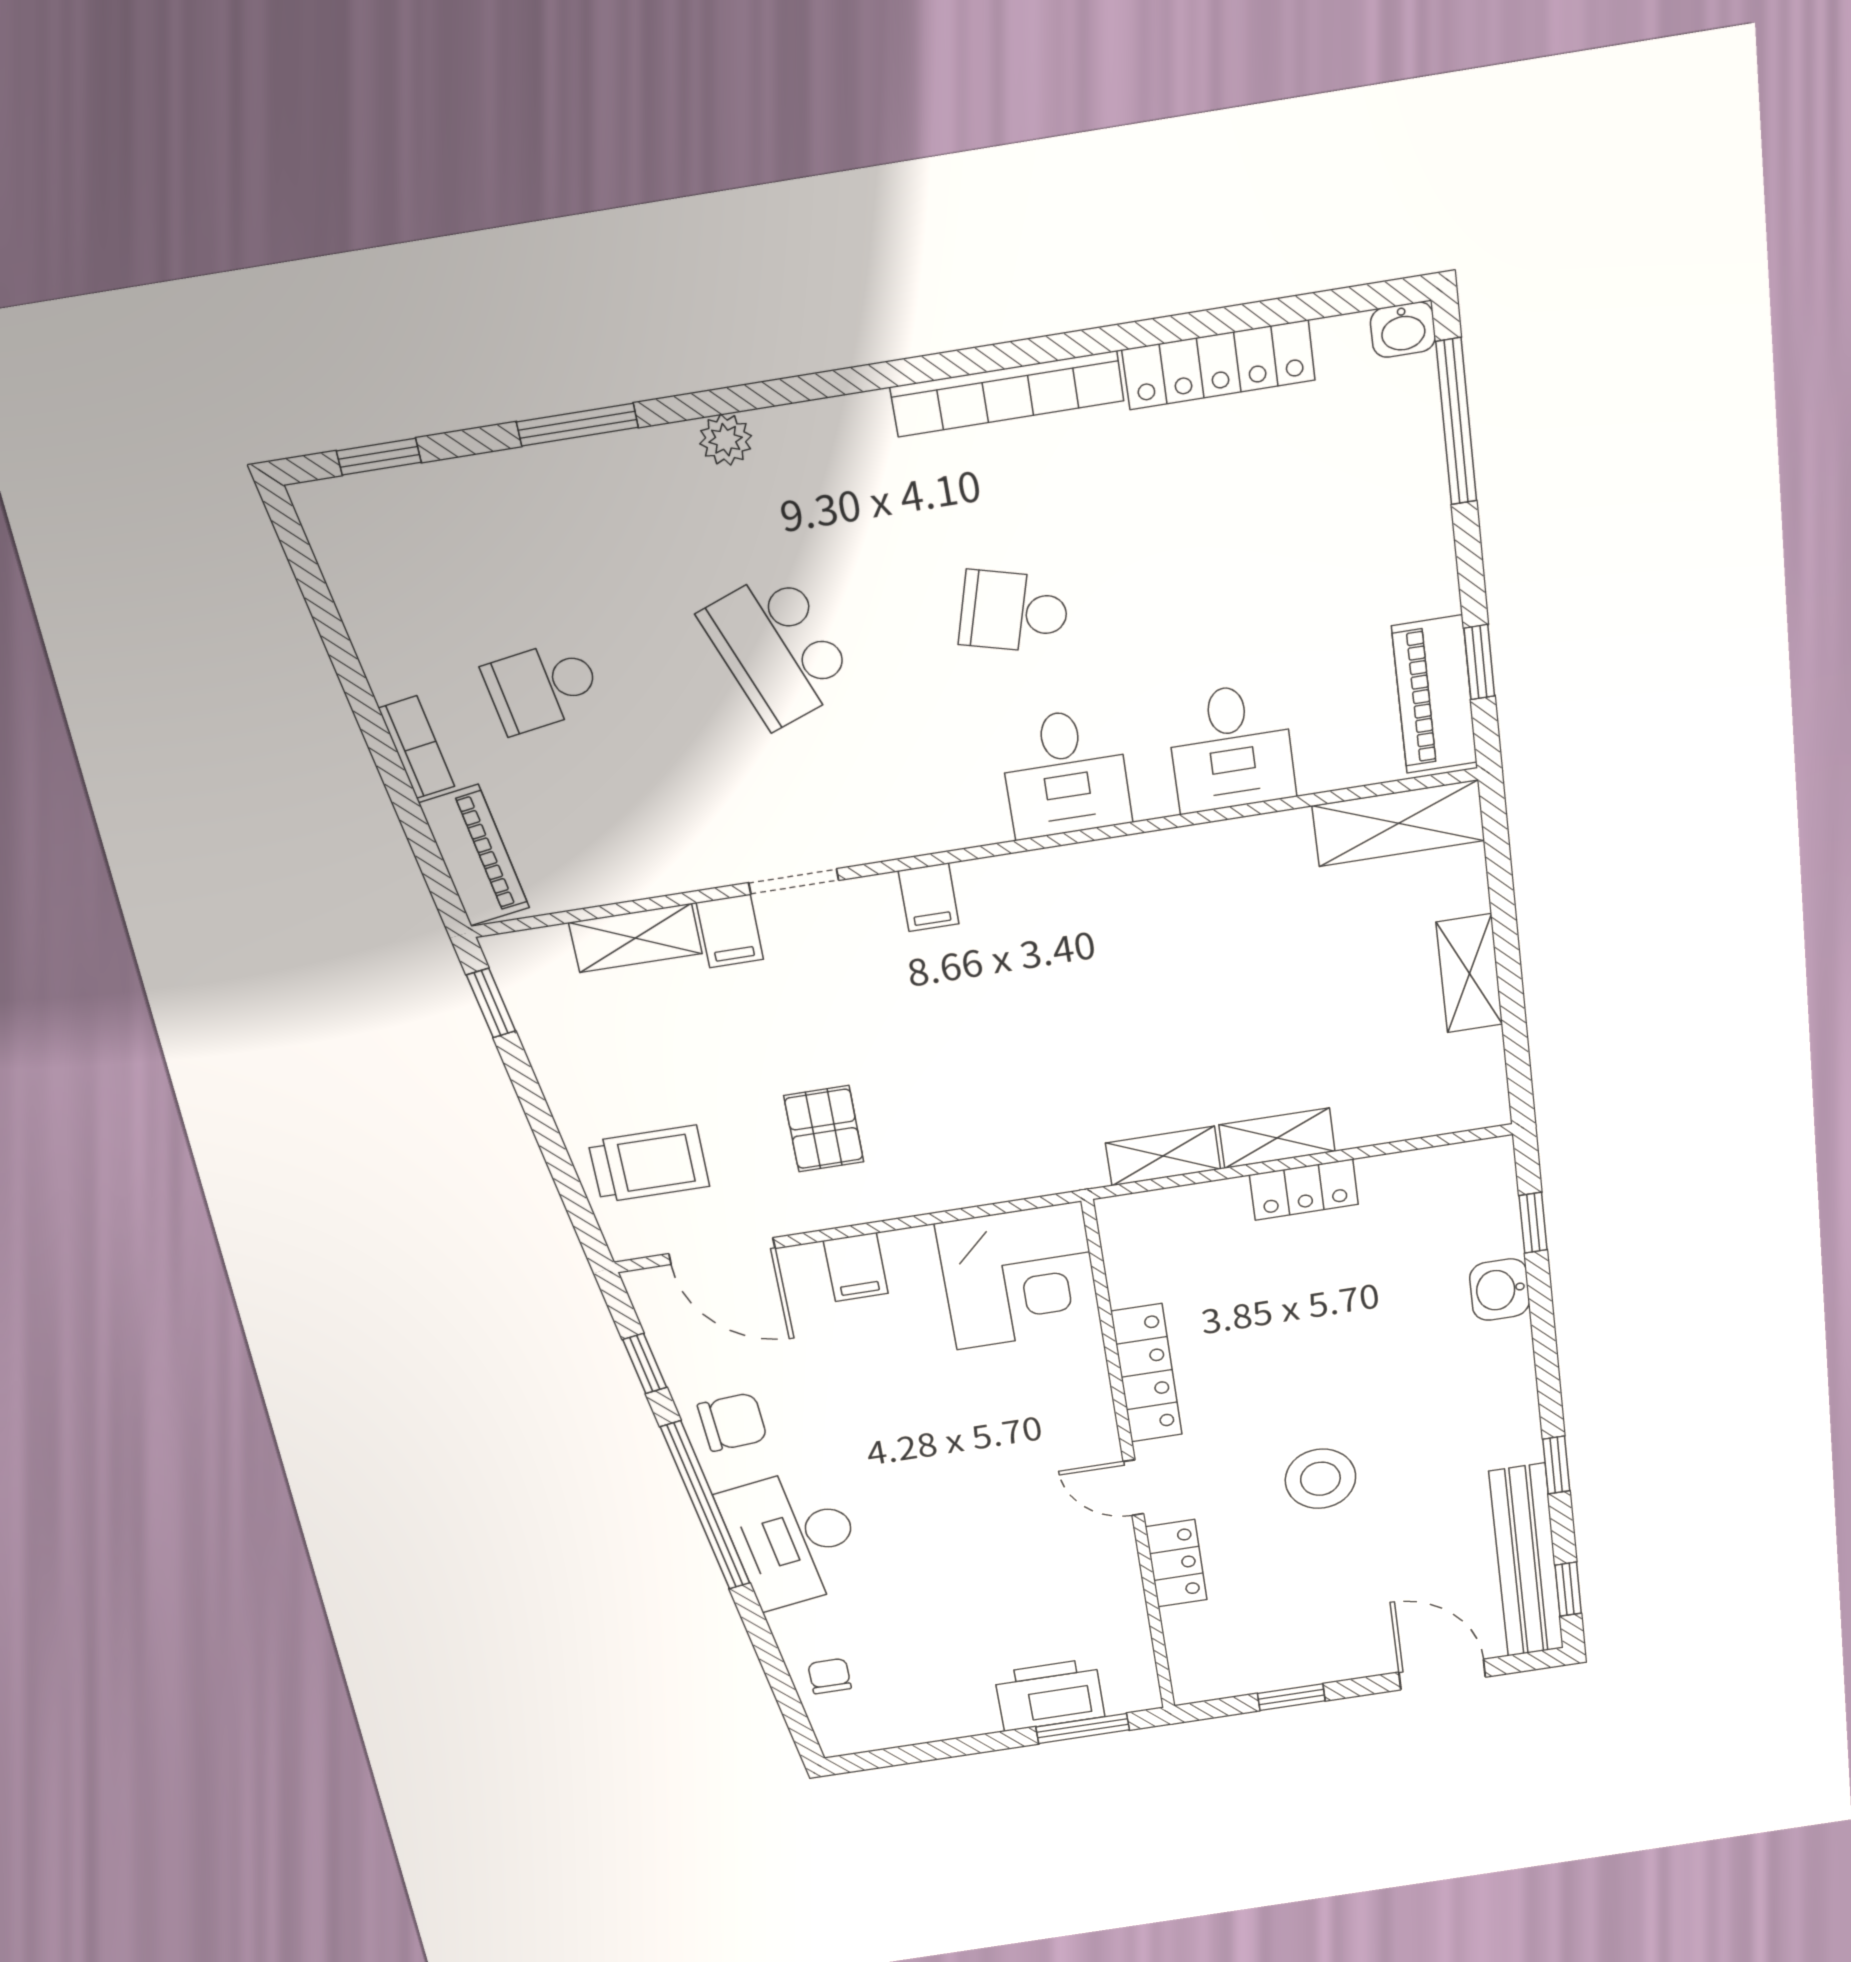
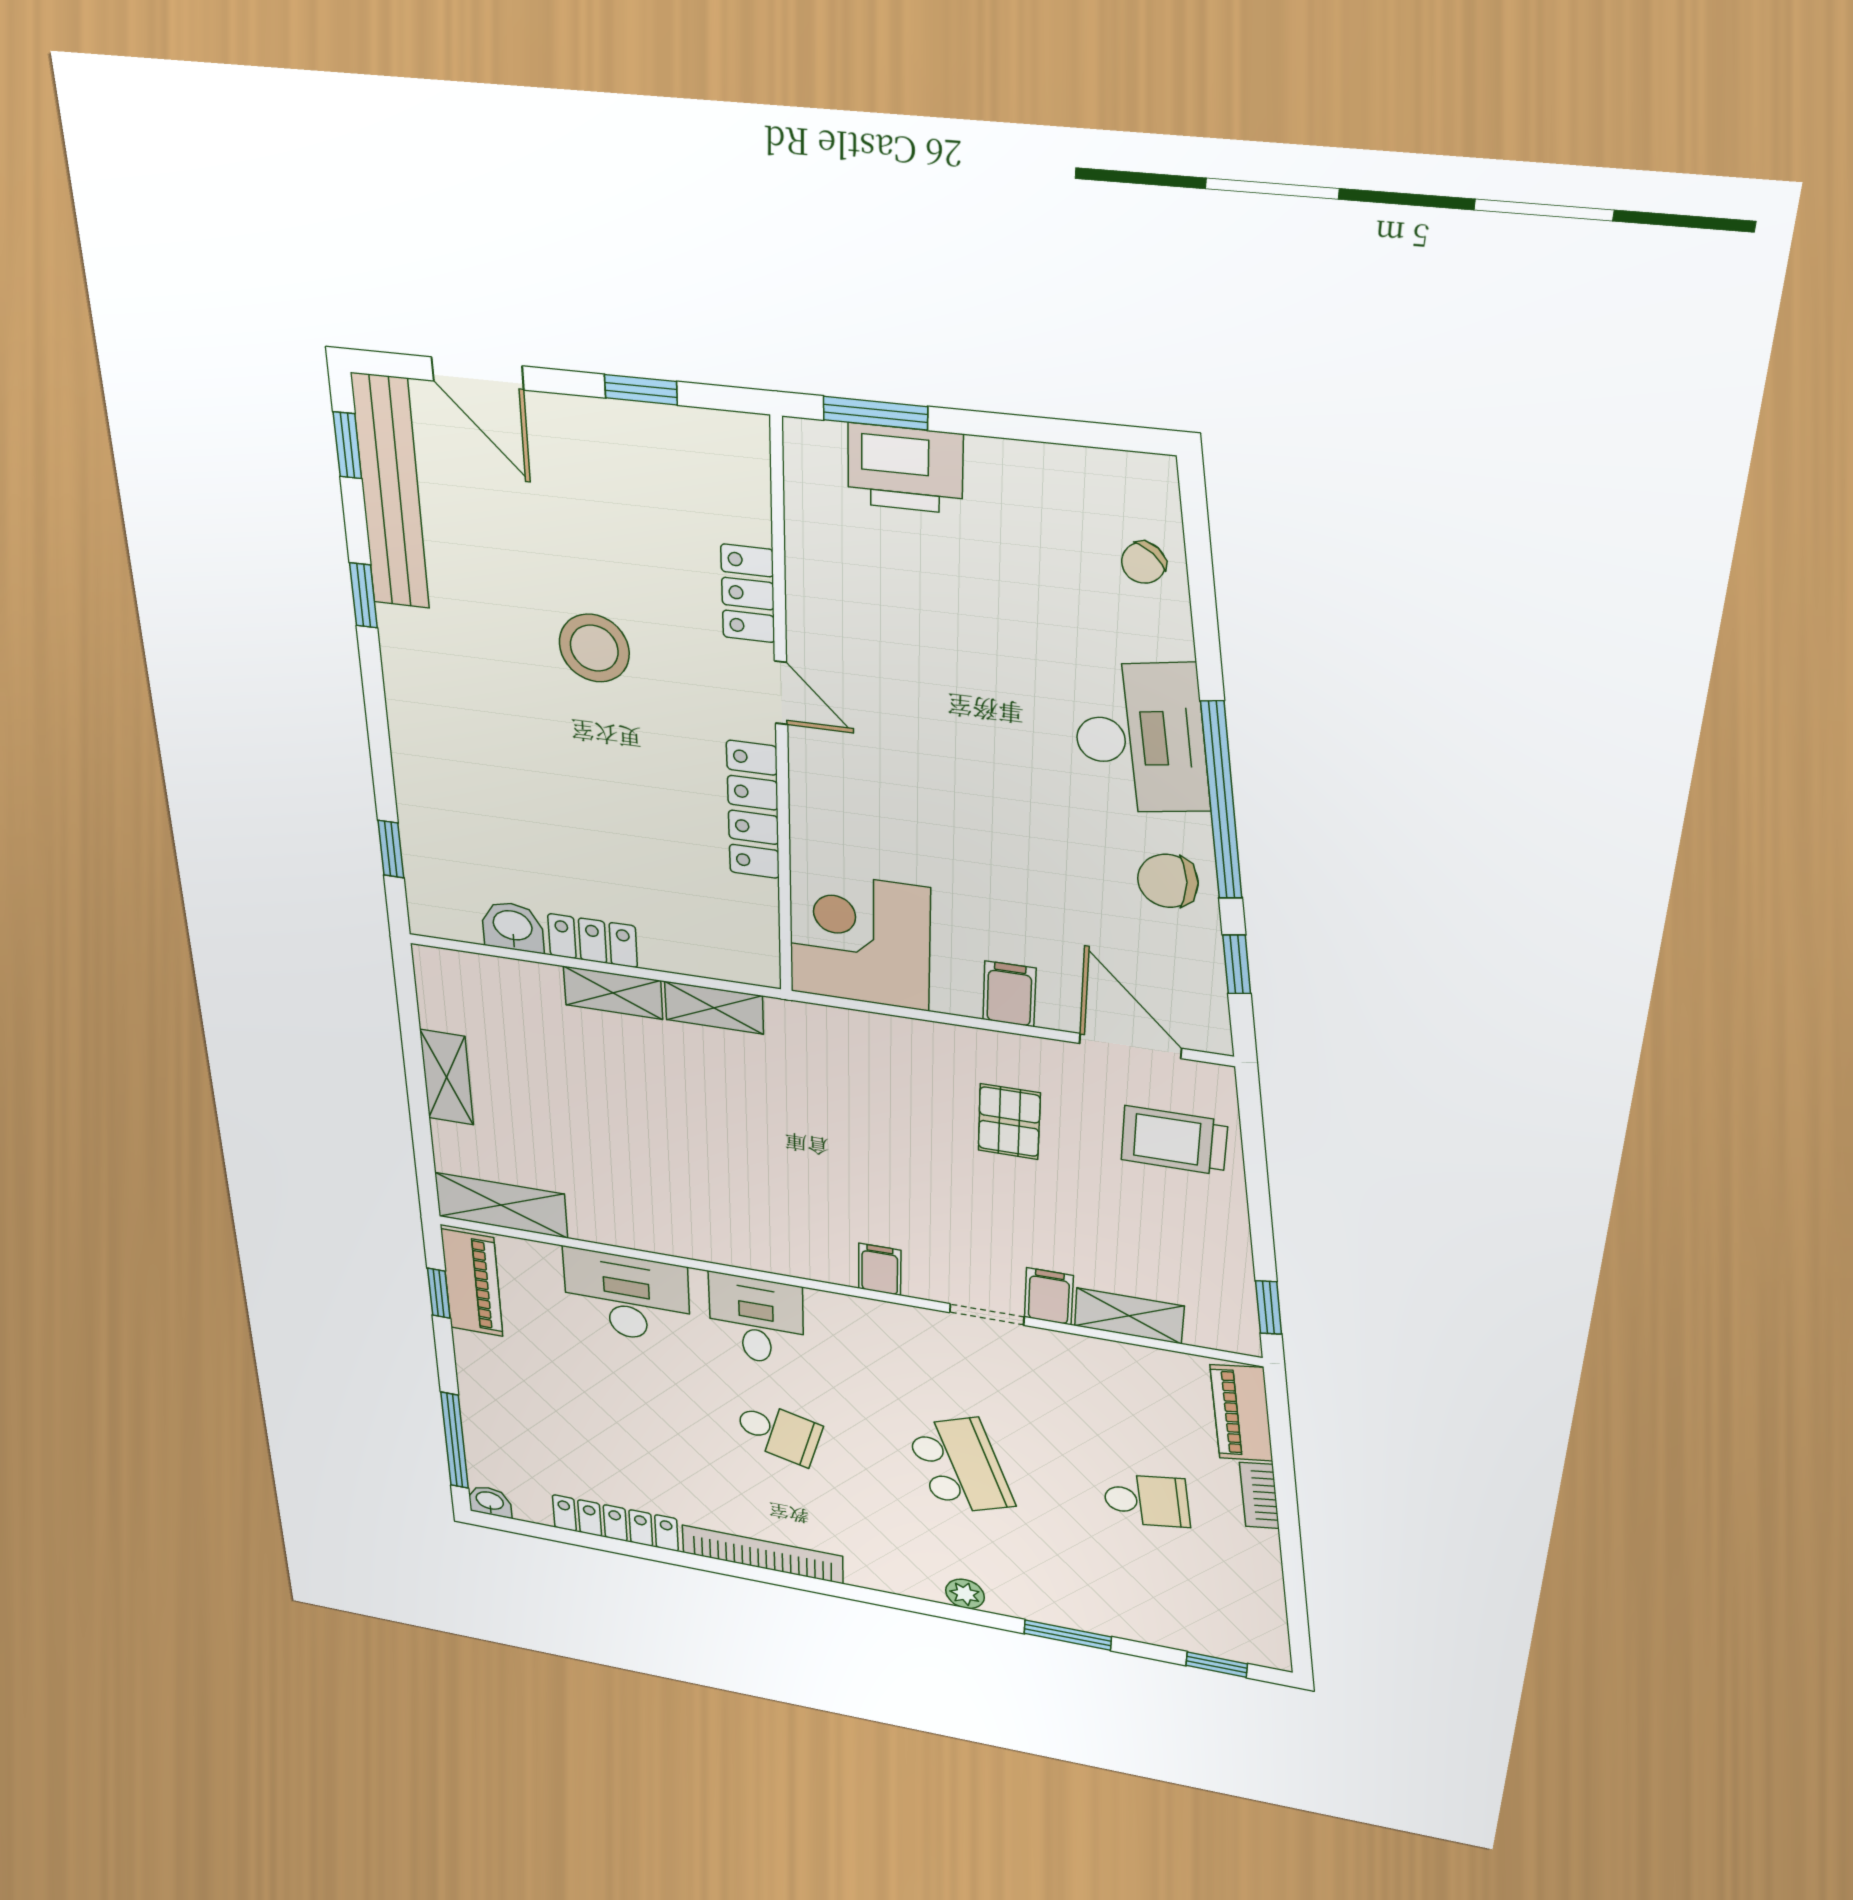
desk: (1231, 747) -> (627, 1297), width x1.37
washbasin: (1500, 1290) -> (513, 927), moved, turned -90
chair: (830, 1676) -> (1144, 563), turned 39

